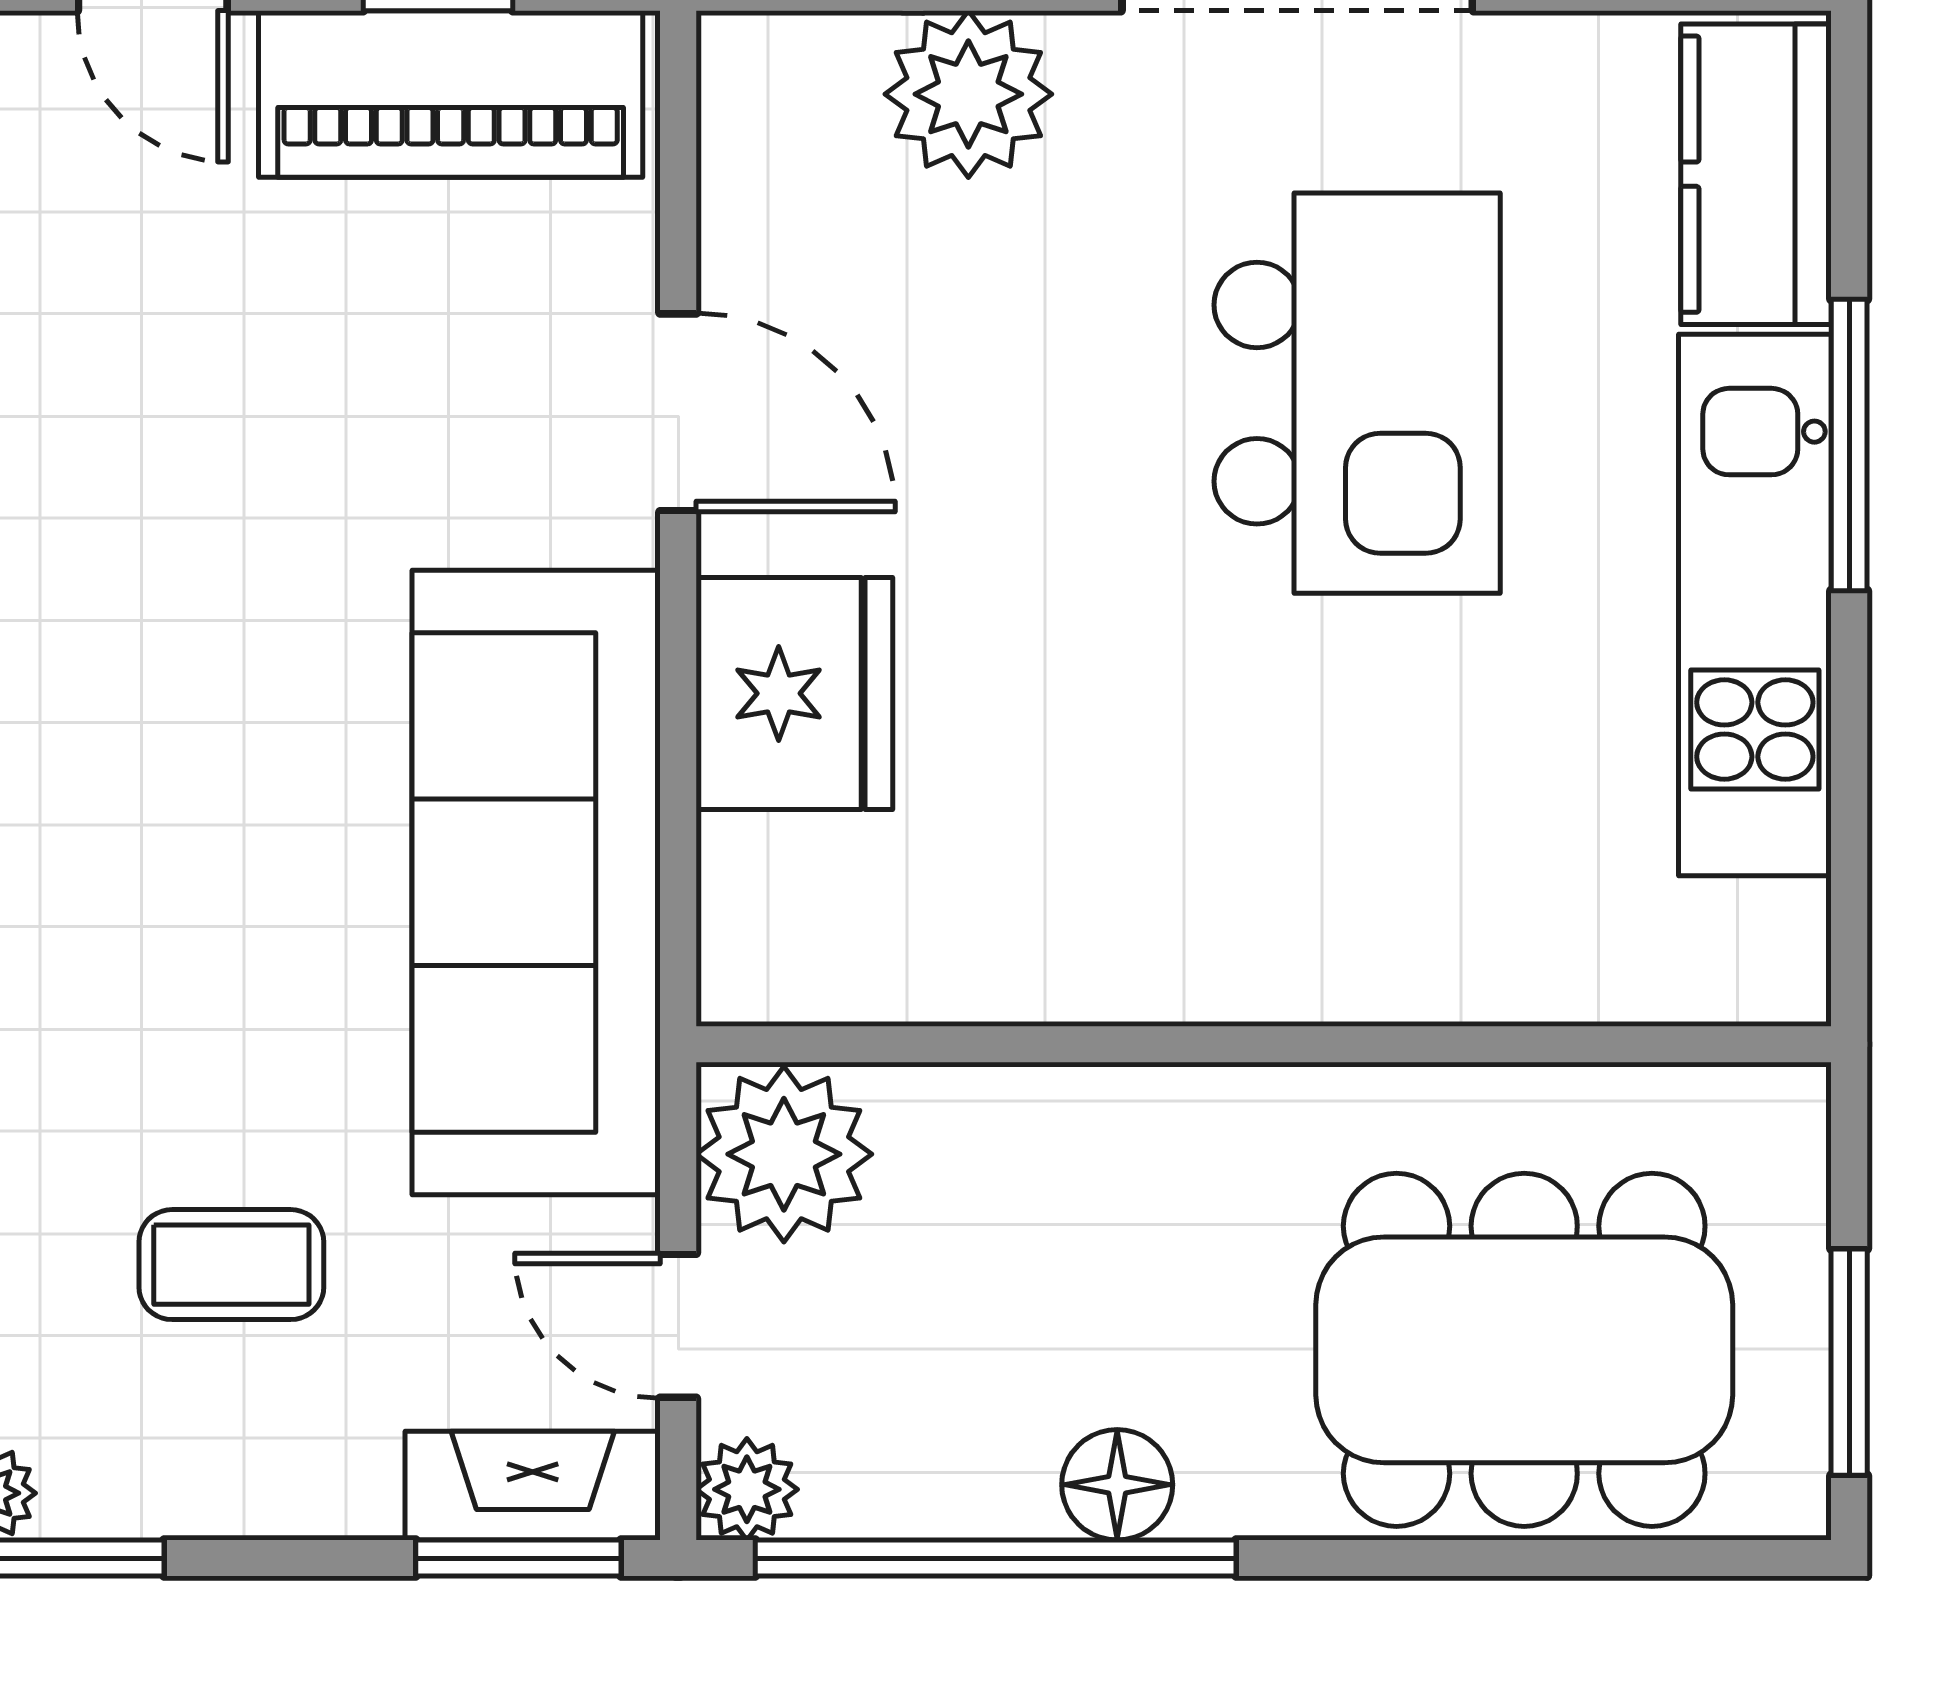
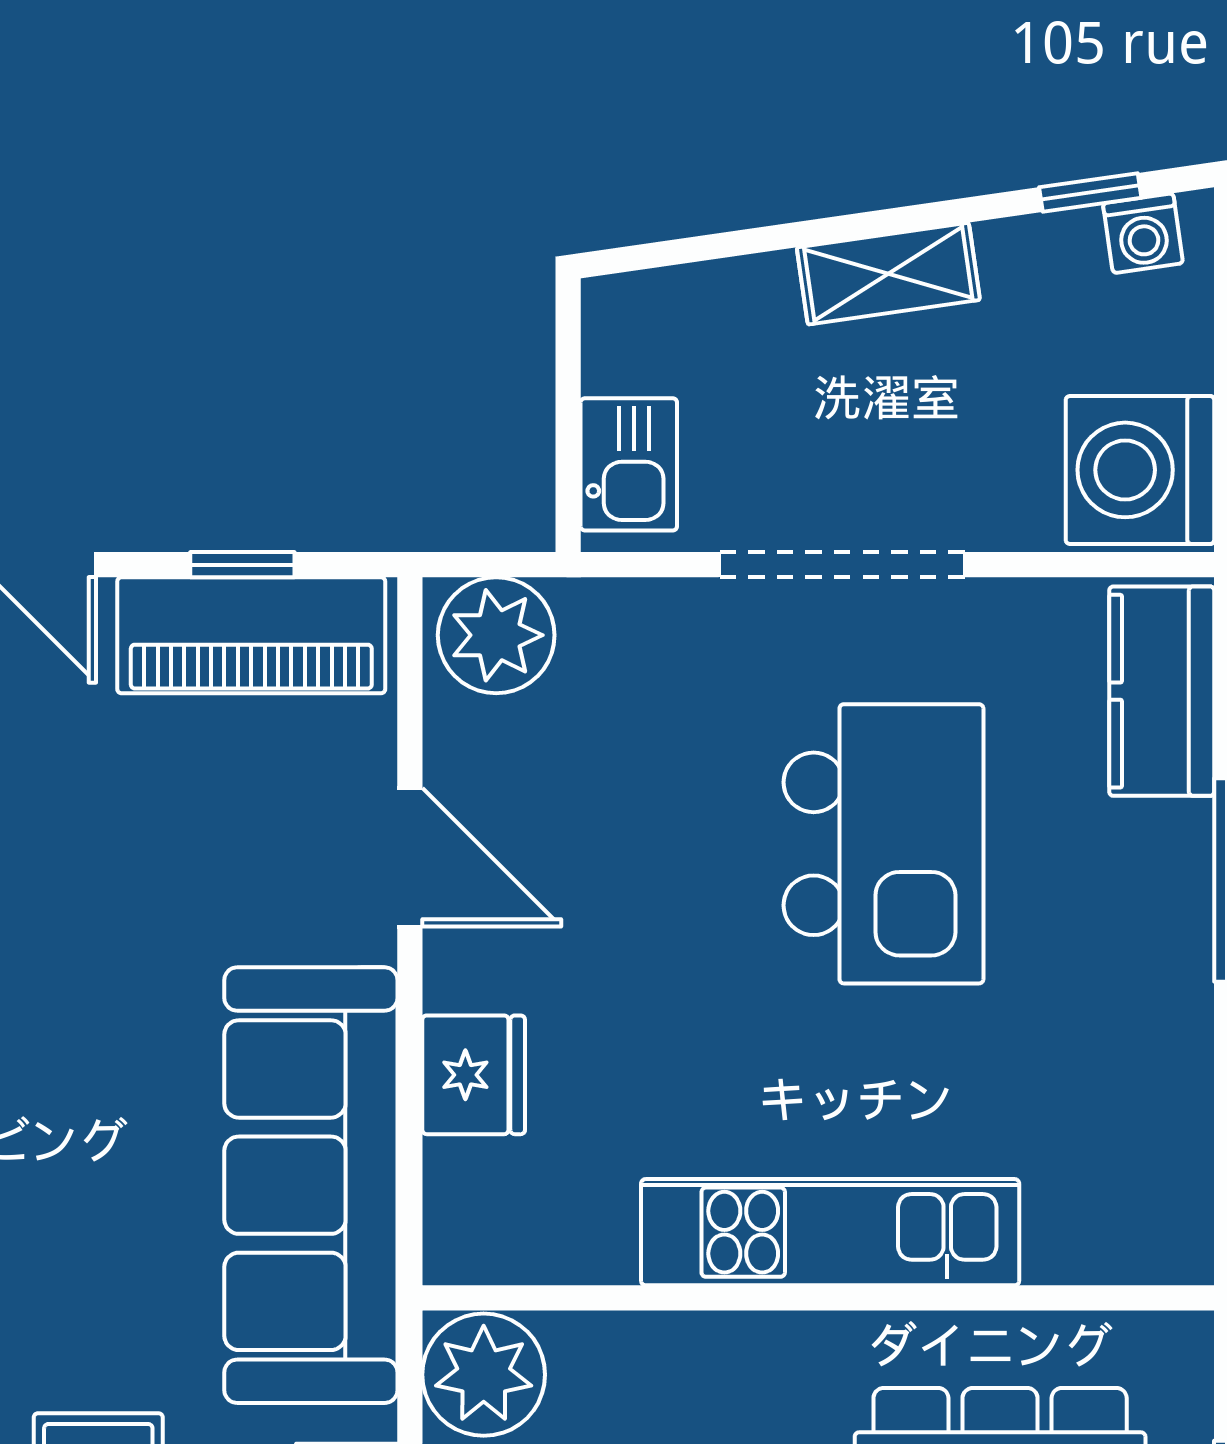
plant: (968, 94) -> (496, 635), moved
kitchen unit: (1755, 605) -> (830, 1232), moved, turned 90
fridge: (794, 693) -> (474, 1075), width x0.73, depth x0.75

